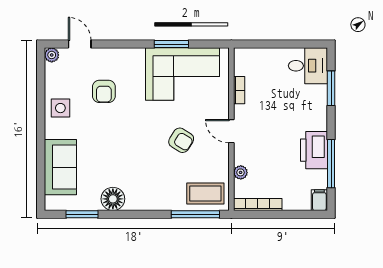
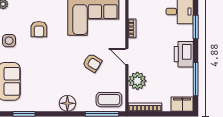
printer: (314, 150) -> (184, 54), moved
plant: (241, 172) -> (137, 81), width x1.88, depth x1.88
floor lamp: (113, 199) -> (67, 103), moved
filing cabinet: (319, 200) -> (182, 104), width x2.00

